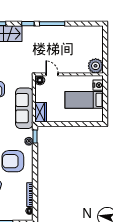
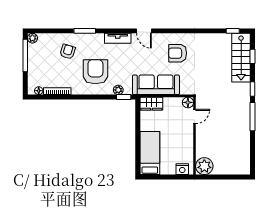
bed: (84, 100) -> (150, 153), moved

